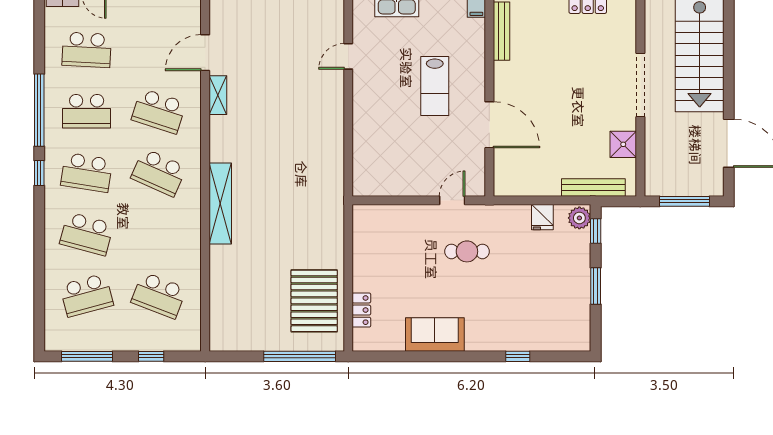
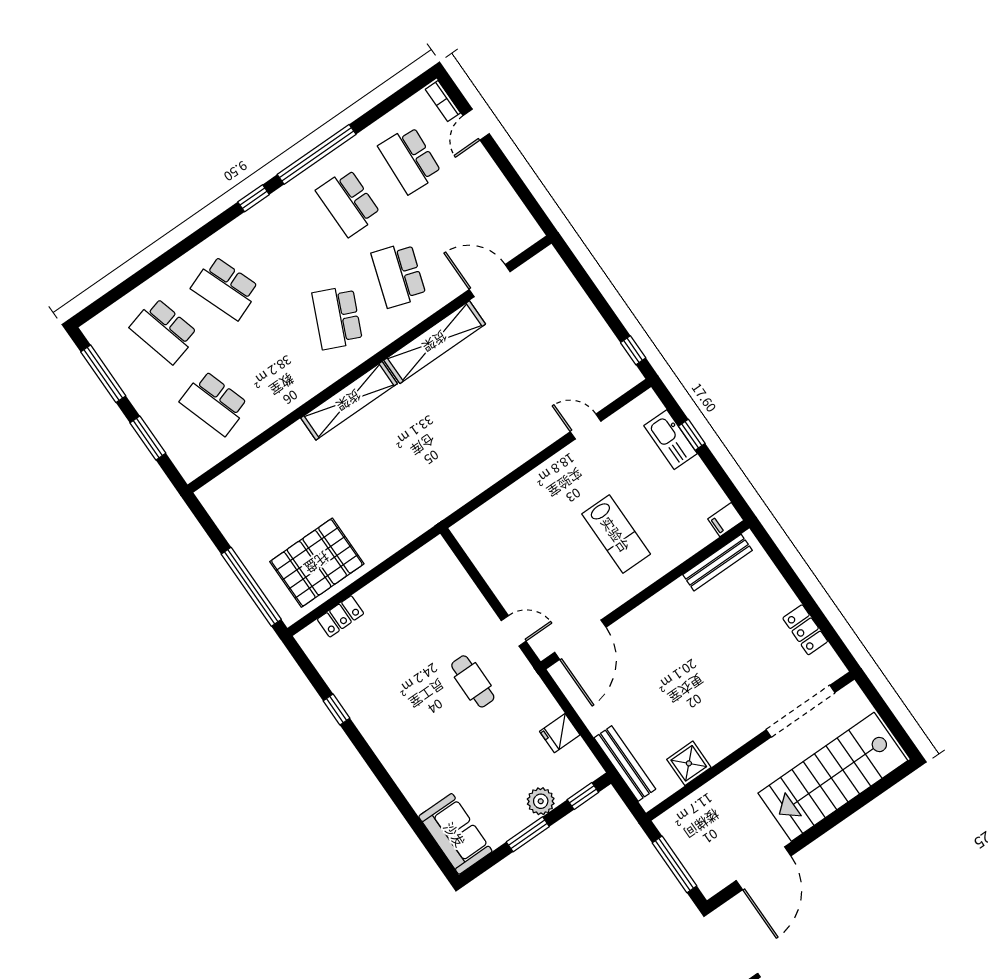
doorway: (640, 85) -> (801, 711), moved
lab bench: (435, 86) -> (616, 534), turned -90
shelving: (218, 95) -> (435, 342), width x2.20, depth x1.33
door: (489, 125) -> (580, 640), moved
school desk: (87, 173) -> (287, 245), removed
plant: (579, 218) -> (541, 801), moved
school desk: (87, 234) -> (226, 288), turned -36
school desk: (159, 295) -> (214, 403), turned -39
sofa: (435, 334) -> (455, 834), moved
window: (151, 356) -> (148, 438), width x1.50
window: (518, 356) -> (336, 709), moved

